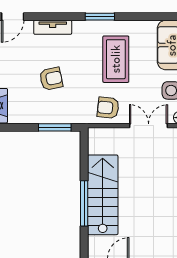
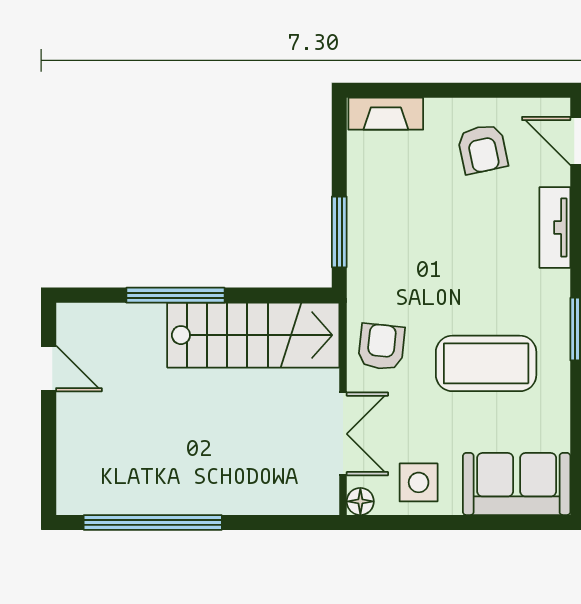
armchair: (51, 79) -> (483, 149), moved
stairs: (103, 195) -> (253, 335), moved

